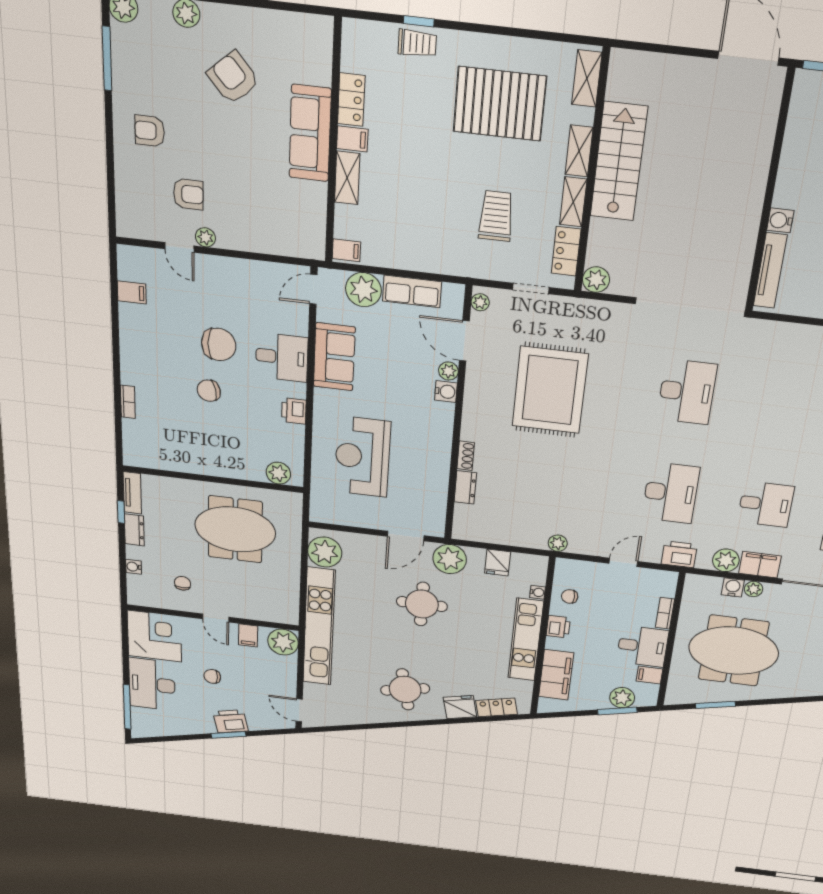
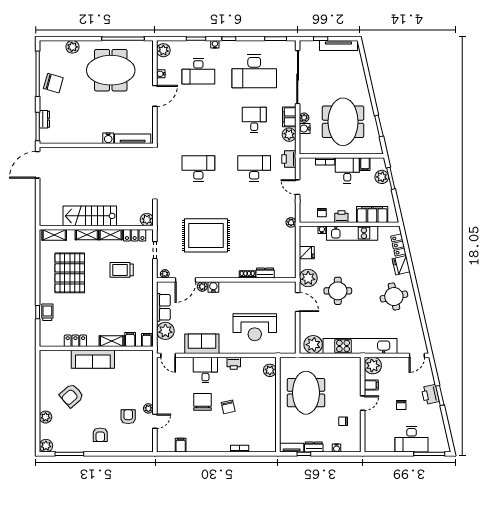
filing cabinet: (352, 139) -> (130, 340), moved
corner desk: (154, 636) -> (379, 437), removed

